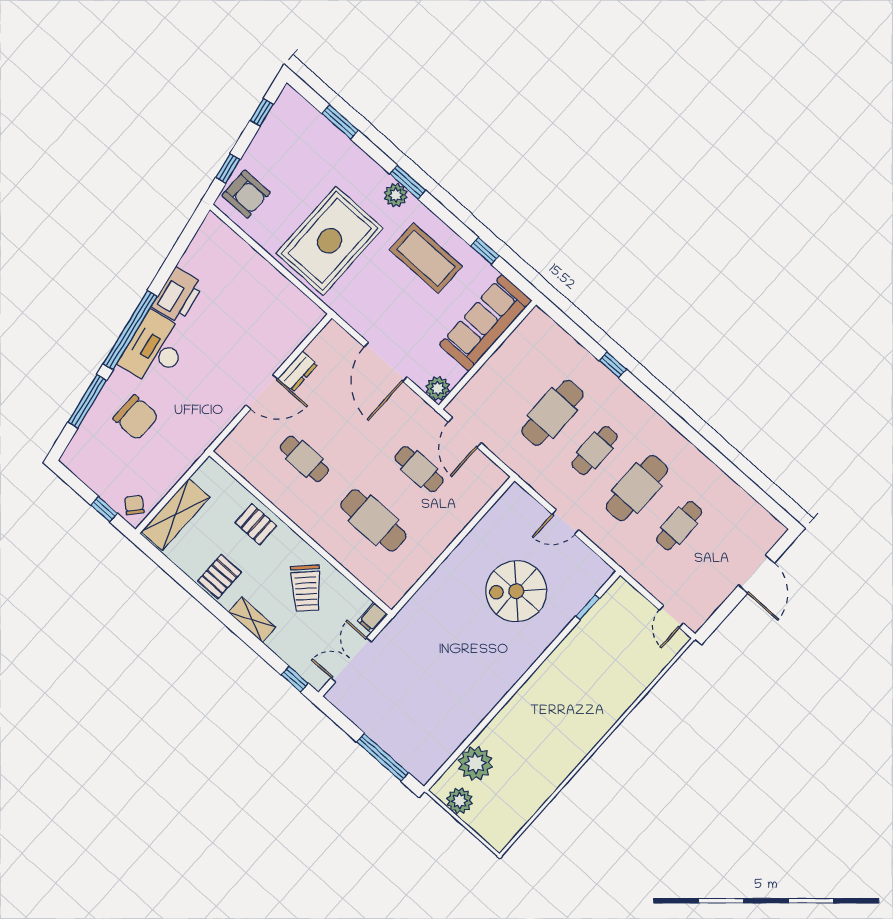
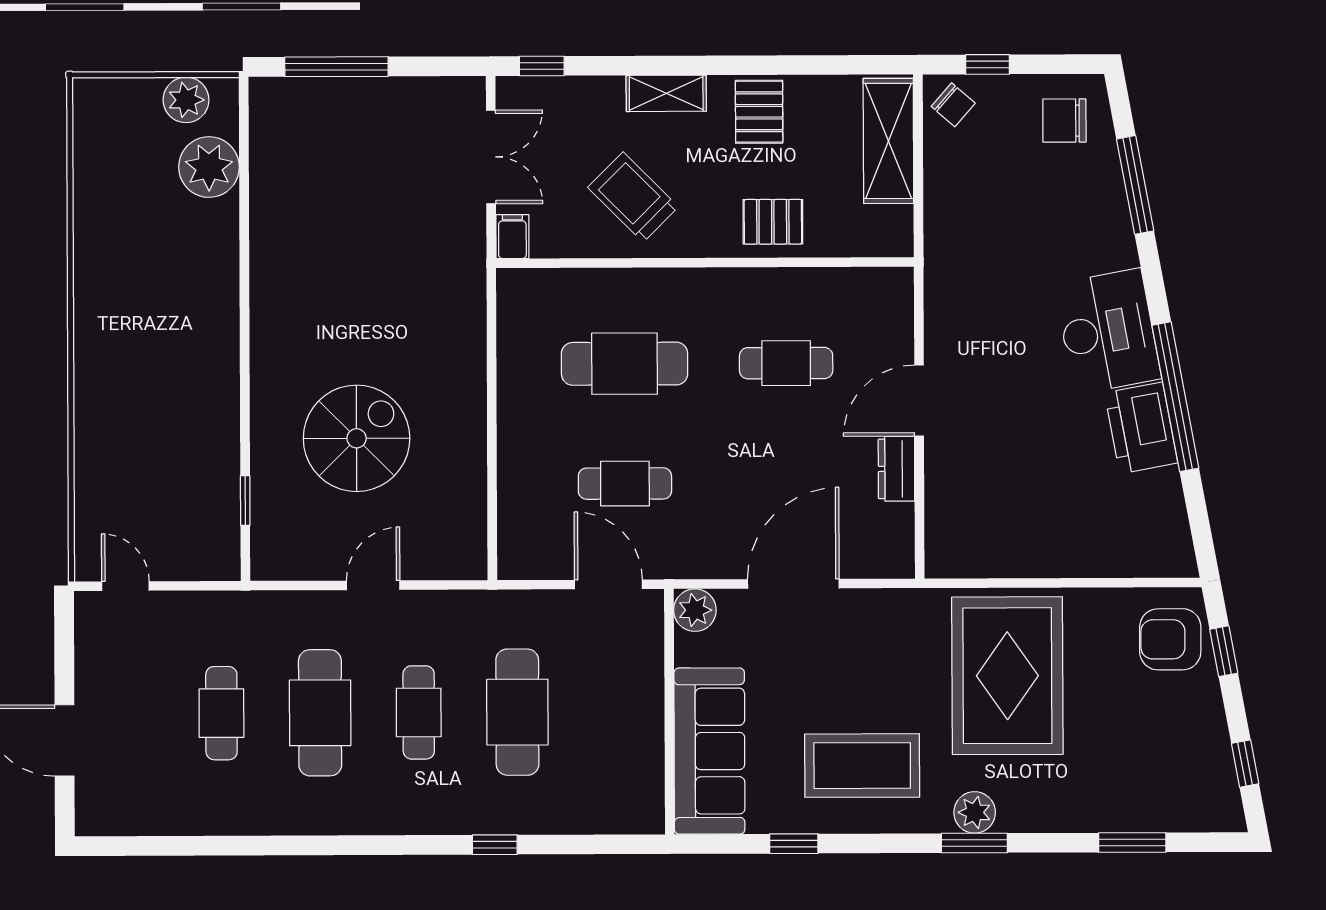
window: (130, 330) -> (1175, 397), moved
door: (386, 362) -> (793, 584), hinge flipped
chair: (136, 417) -> (1064, 121), moved, width x0.73, depth x0.73

